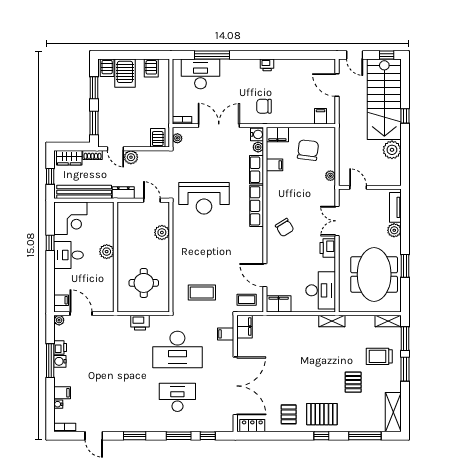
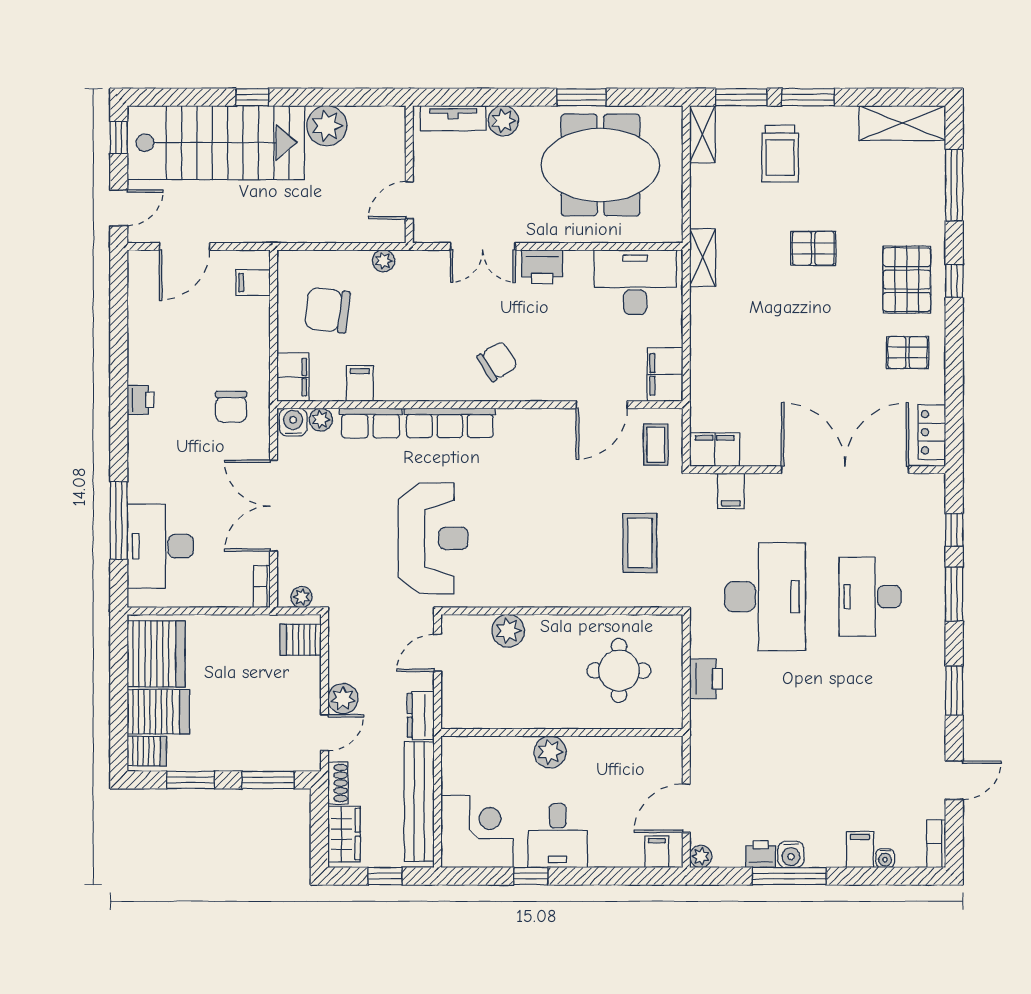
server rack: (151, 68) -> (156, 654), width x2.18, depth x1.44
pallet: (353, 382) -> (813, 248), moved

